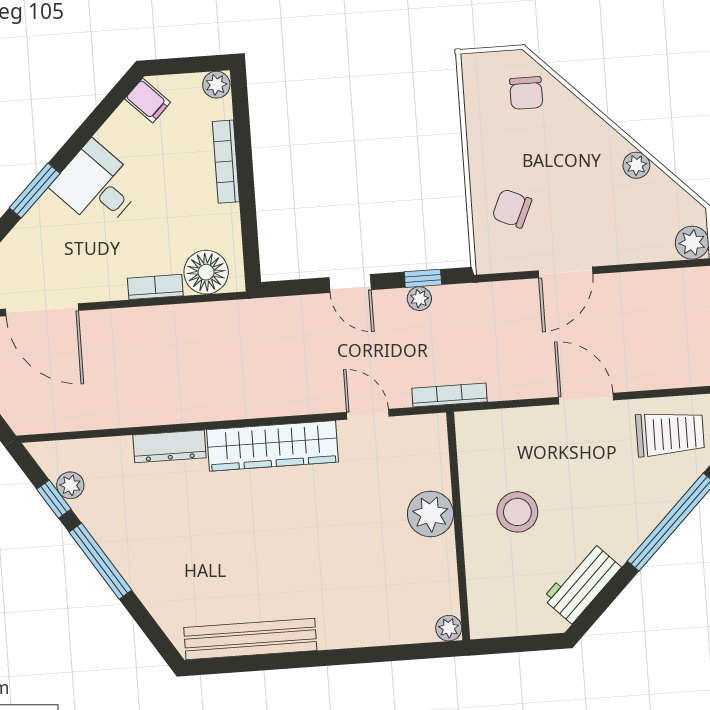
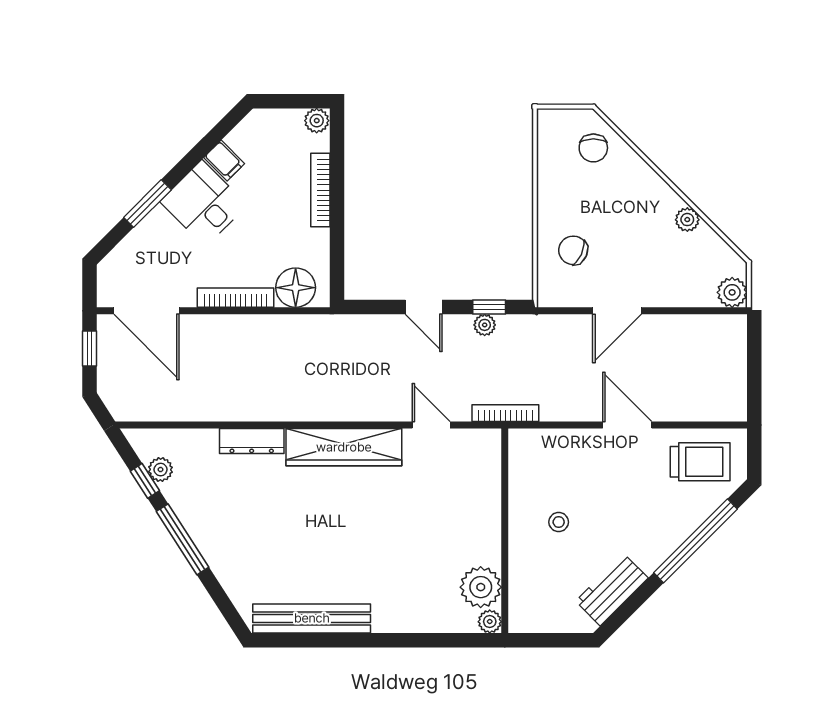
filing cabinet: (148, 101) -> (224, 161), moved
bookcase: (155, 287) -> (236, 298), width x1.56
stool: (517, 512) -> (559, 522), width x0.53, depth x0.53
plant: (430, 514) -> (481, 587), moved

